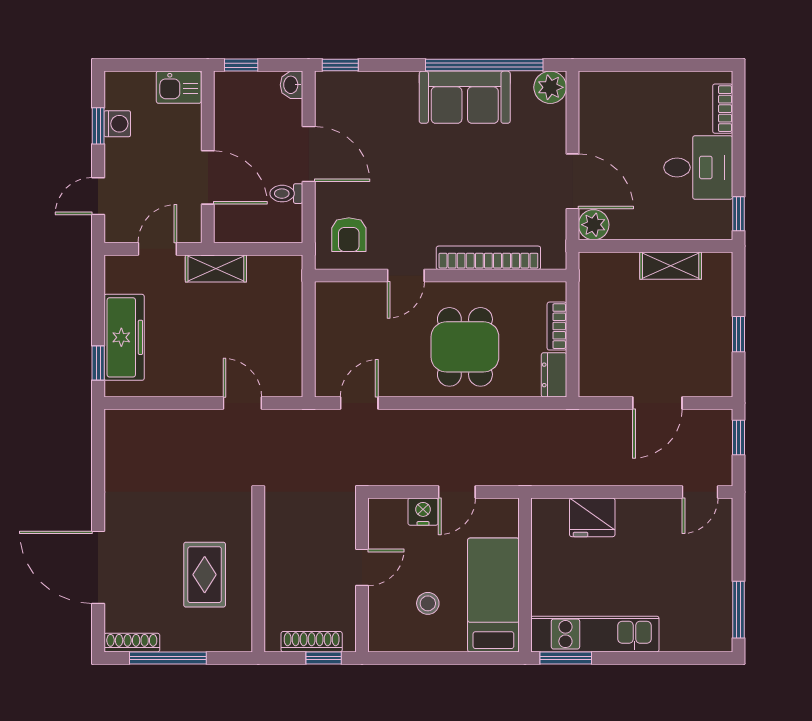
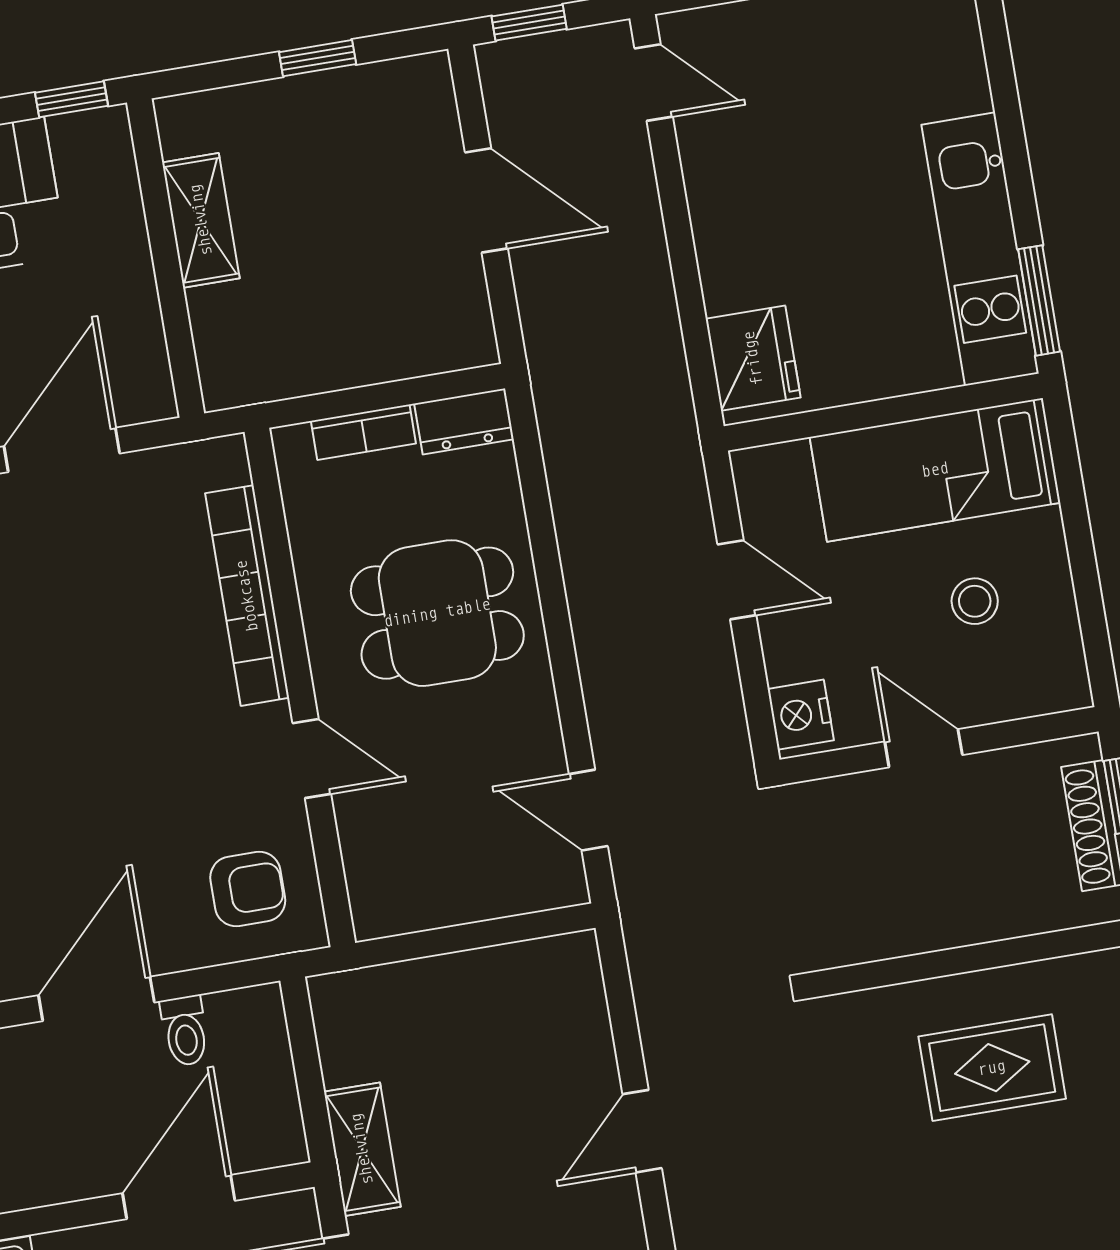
plant: (594, 225) -> (144, 392), removed
door: (242, 403) -> (642, 1131), moved
nightstand: (423, 512) -> (801, 715), moved
fridge: (592, 517) -> (753, 358), moved

